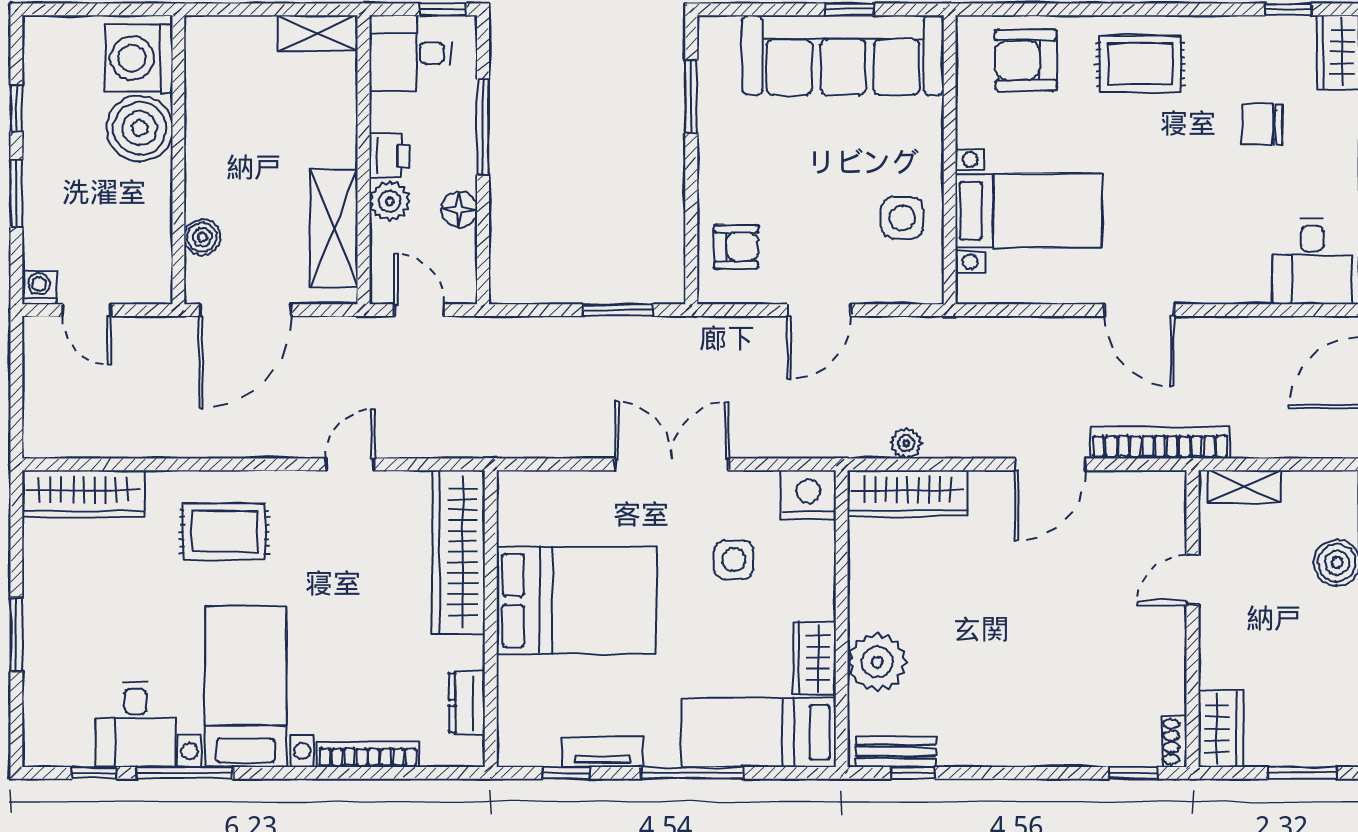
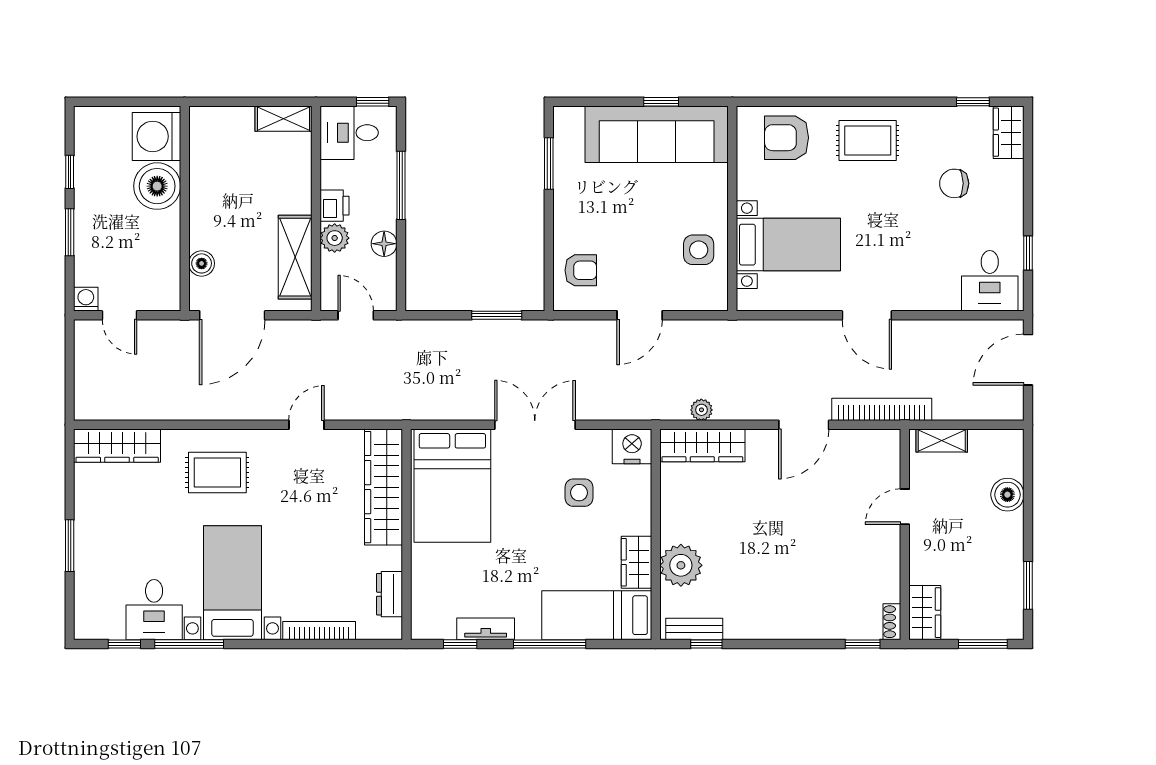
bed: (576, 600) -> (452, 486), moved, turned 90

